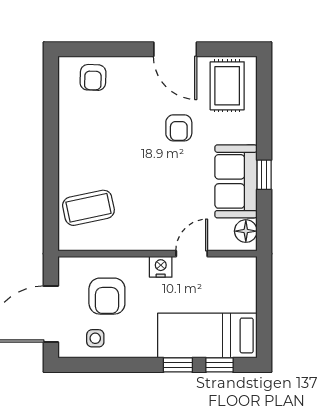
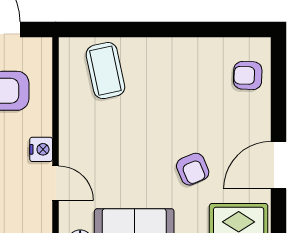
armchair: (179, 128) -> (193, 169), turned -113

